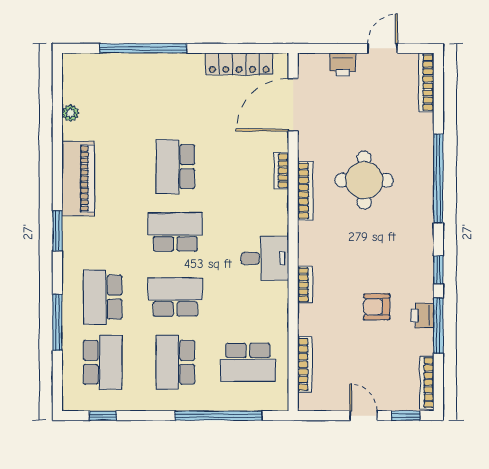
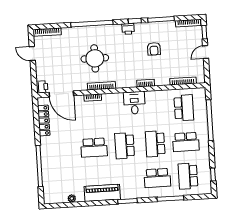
printer: (343, 64) -> (42, 87), moved
printer: (422, 316) -> (128, 29), moved
school desk: (103, 362) -> (188, 176), turned -90

